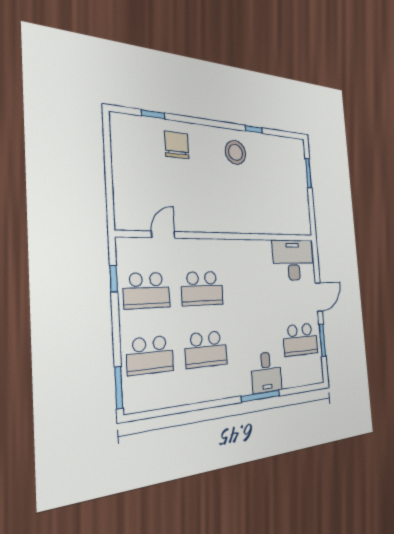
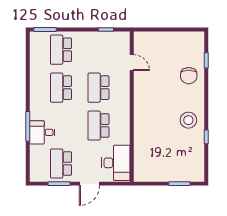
chair: (177, 145) -> (189, 76), turned 90
school desk: (147, 290) -> (98, 126), moved
door: (319, 297) -> (89, 184), hinge flipped

